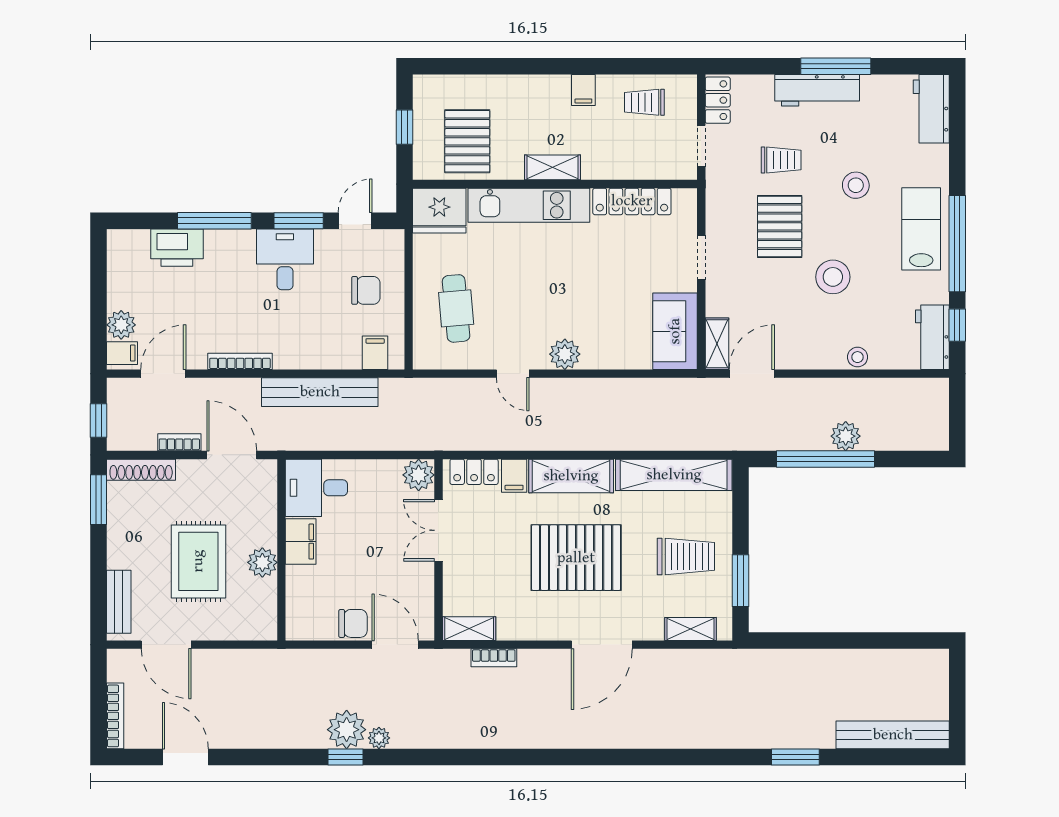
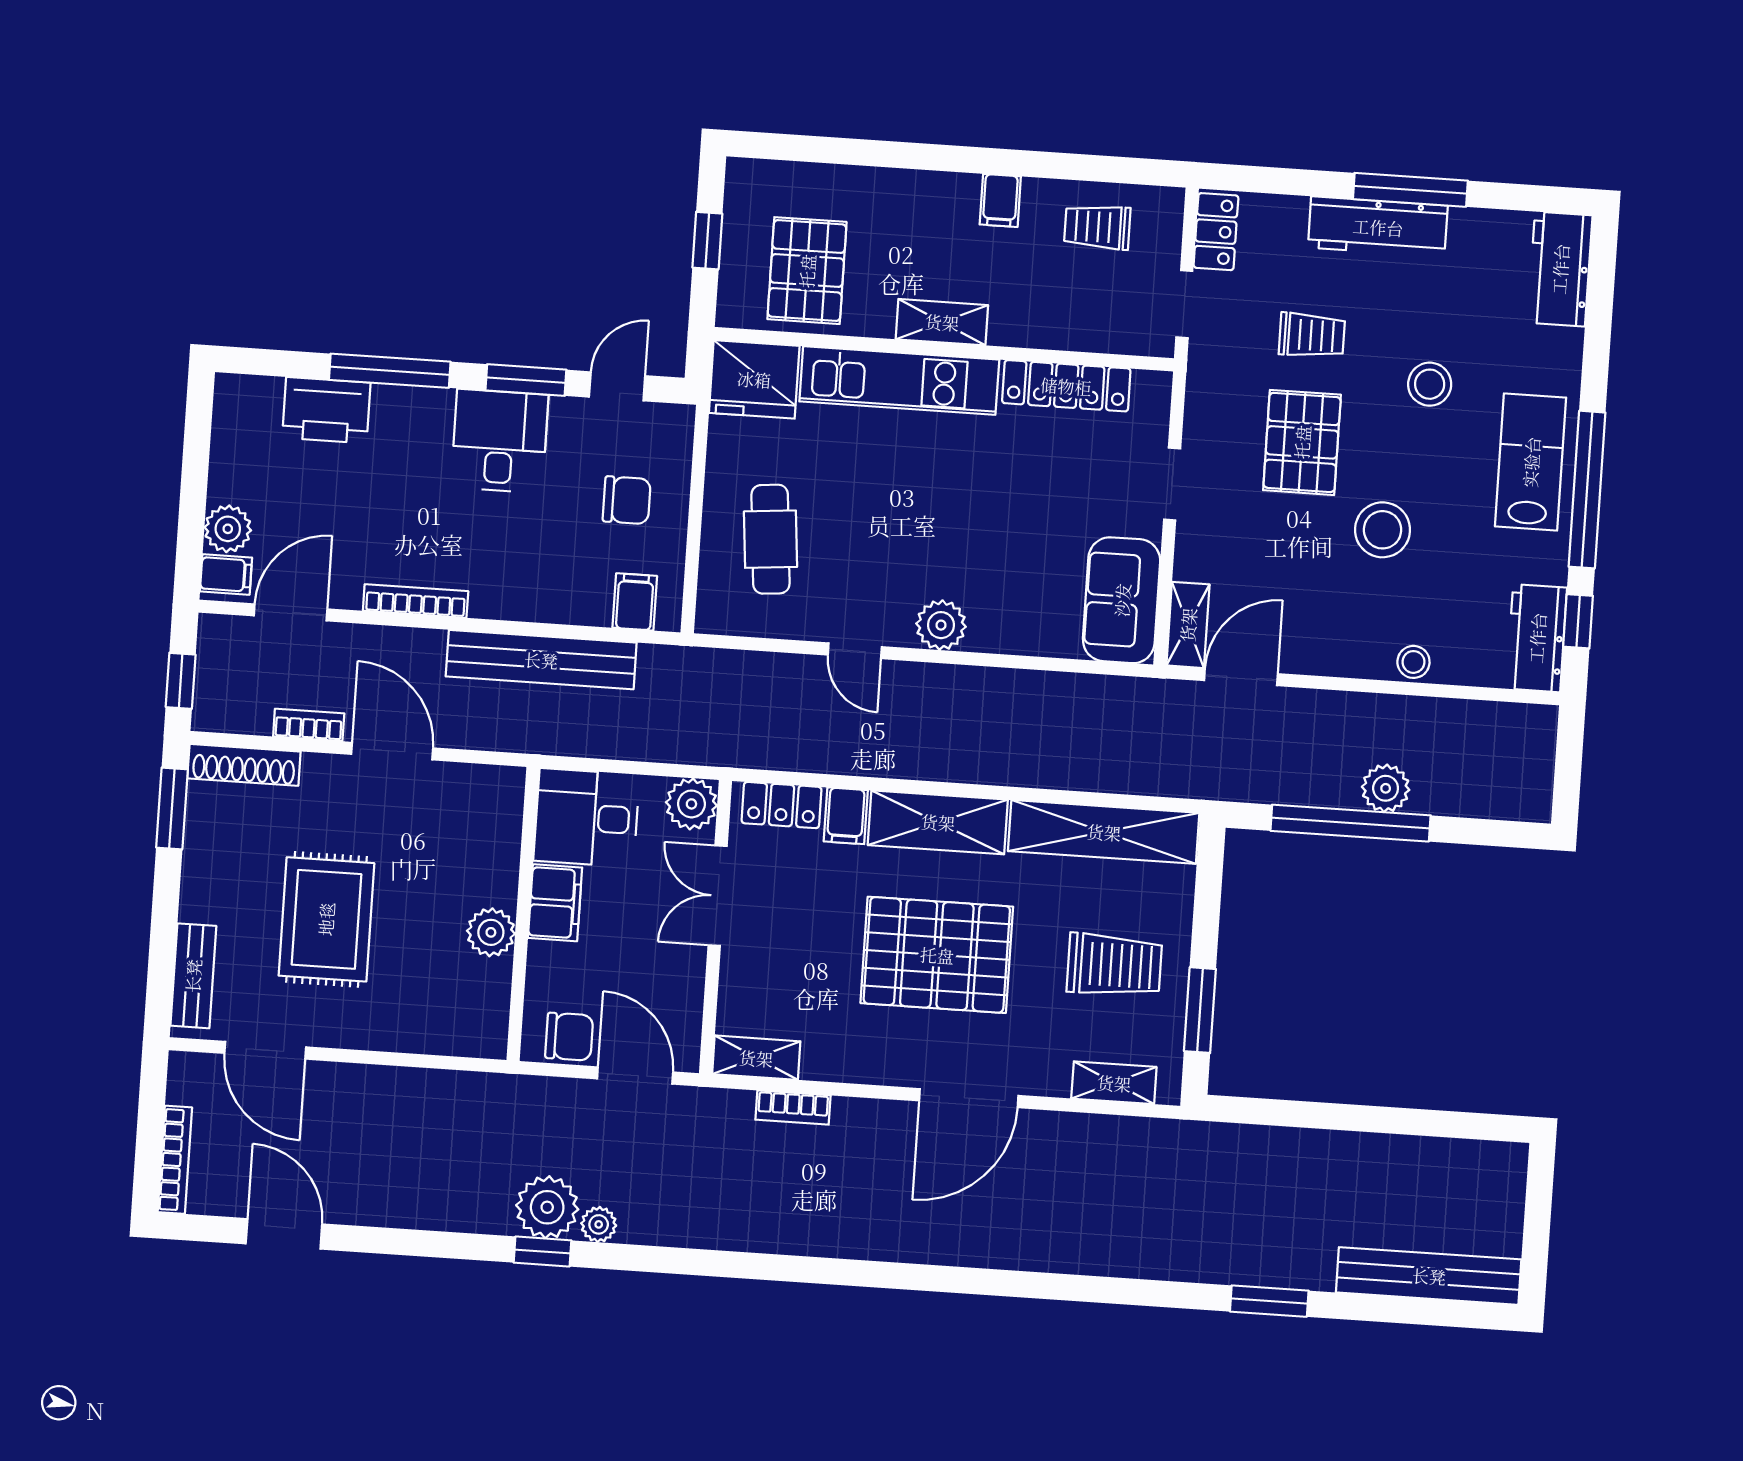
desk: (316, 488) -> (586, 818), moved
filing cabinet: (301, 542) -> (555, 903), moved
wall: (281, 550) -> (523, 914), moved
plant: (262, 562) -> (491, 932), moved

